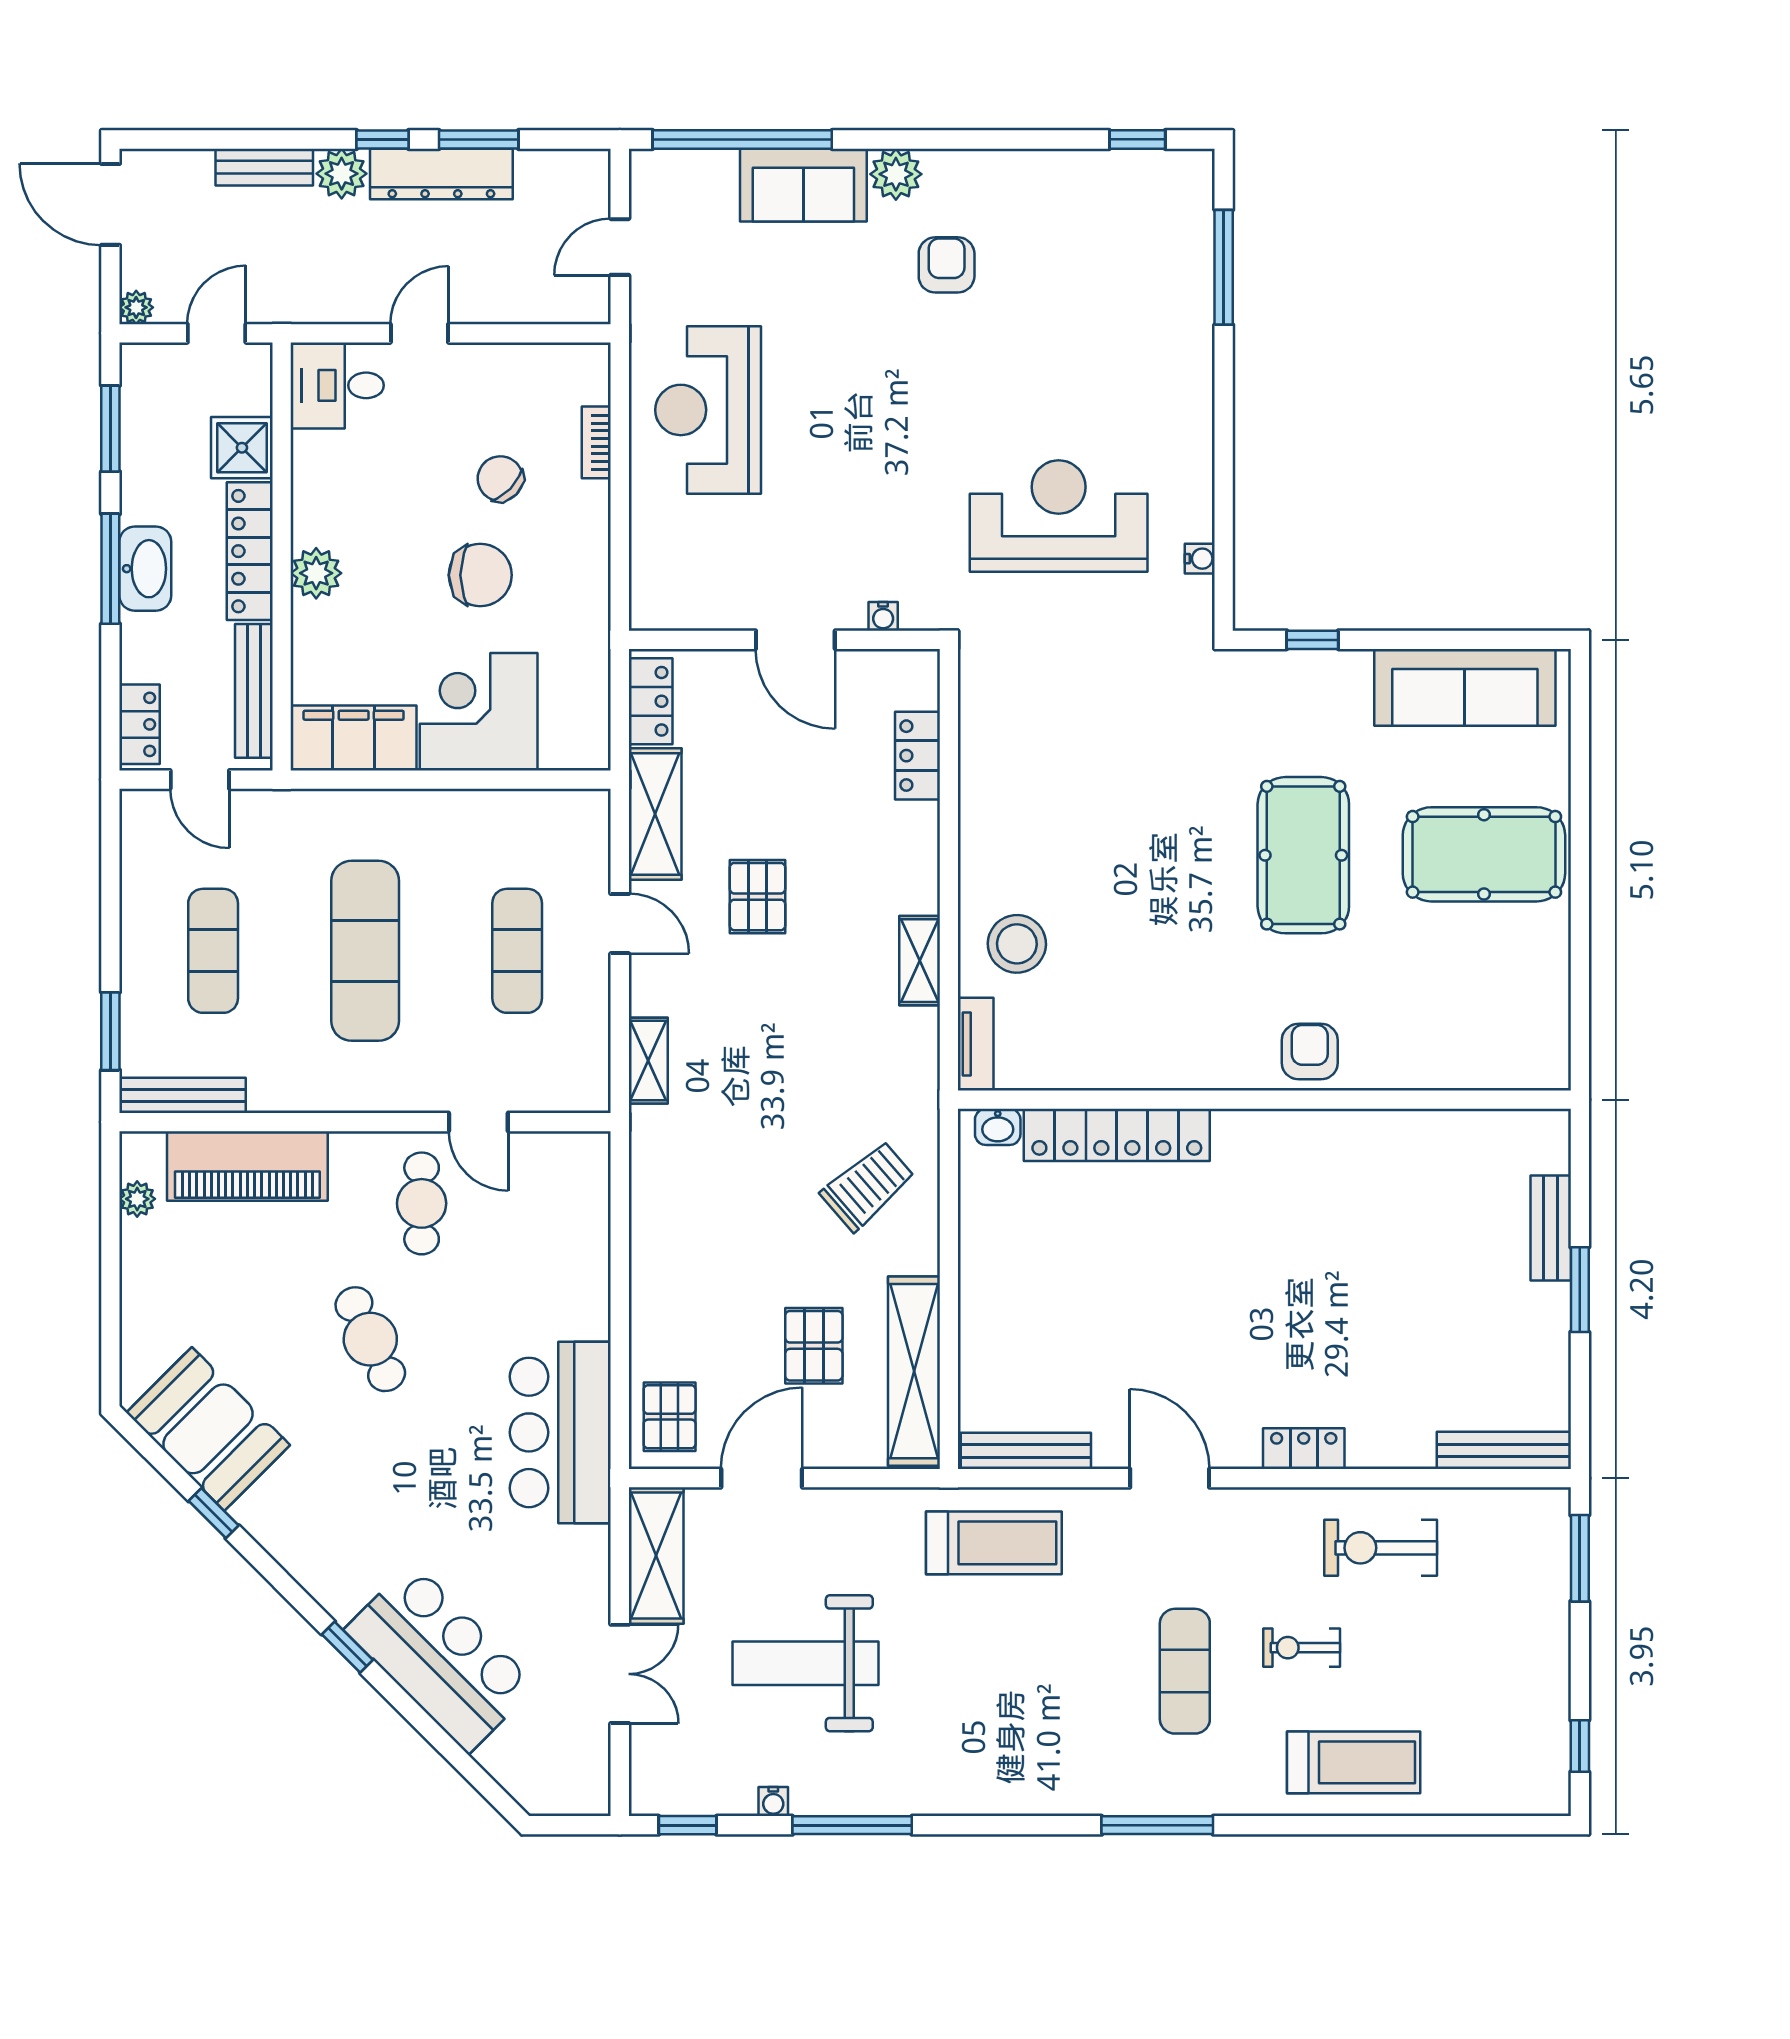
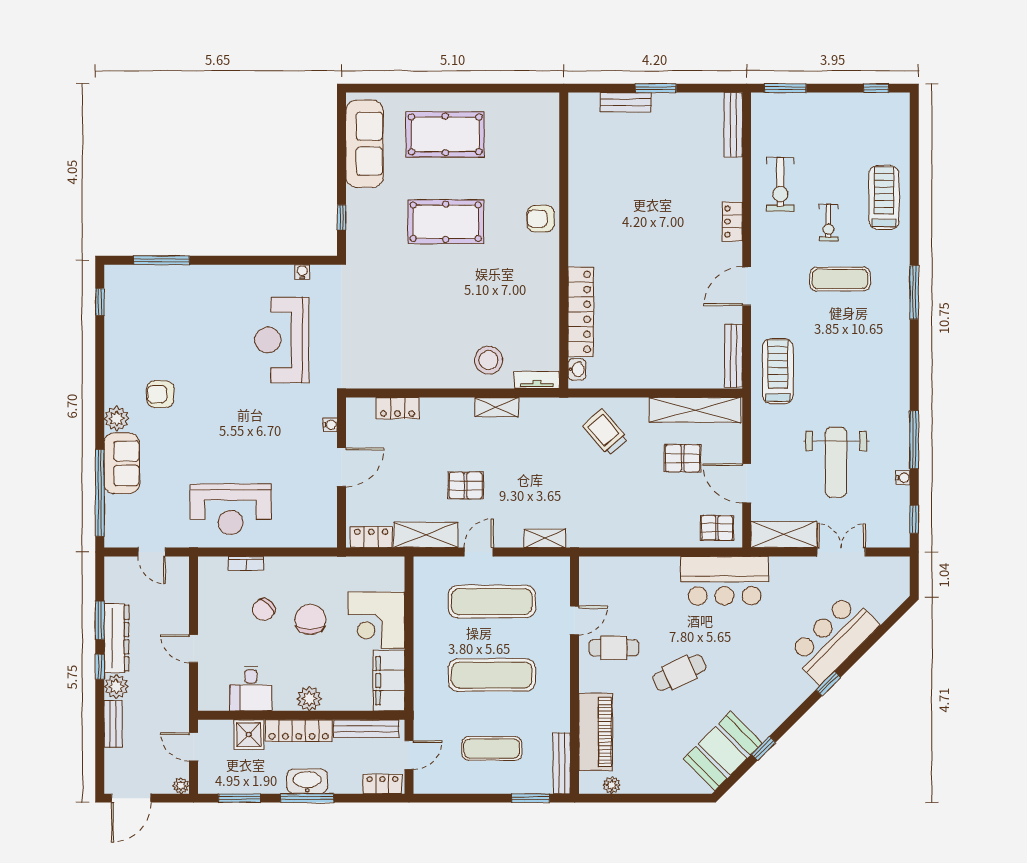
desk: (337, 385) -> (251, 689), moved
pool table: (1484, 854) -> (445, 134), turned 90
exercise mat: (517, 951) -> (492, 602), width x1.36, depth x1.45

